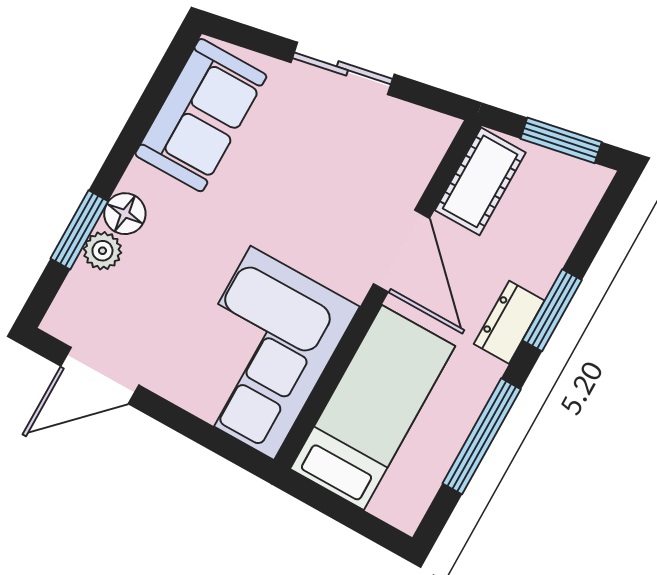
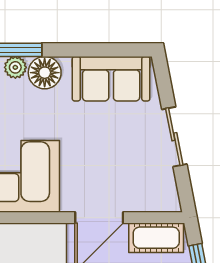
floor lamp: (125, 214) -> (45, 73), width x1.38, depth x1.38

